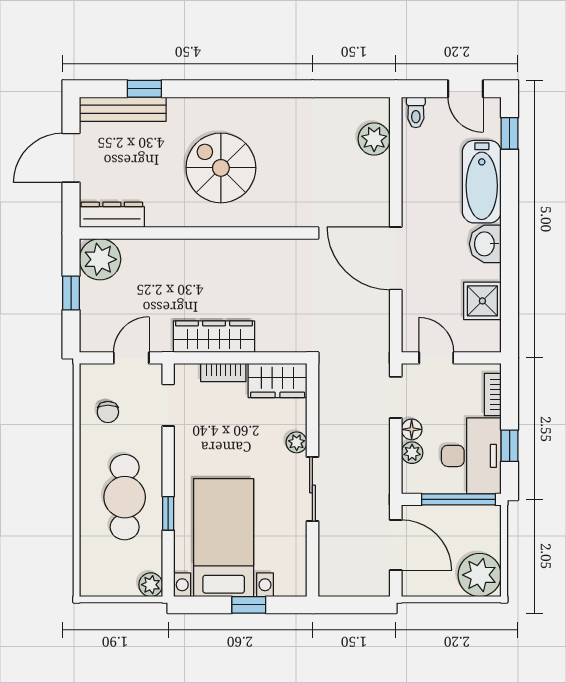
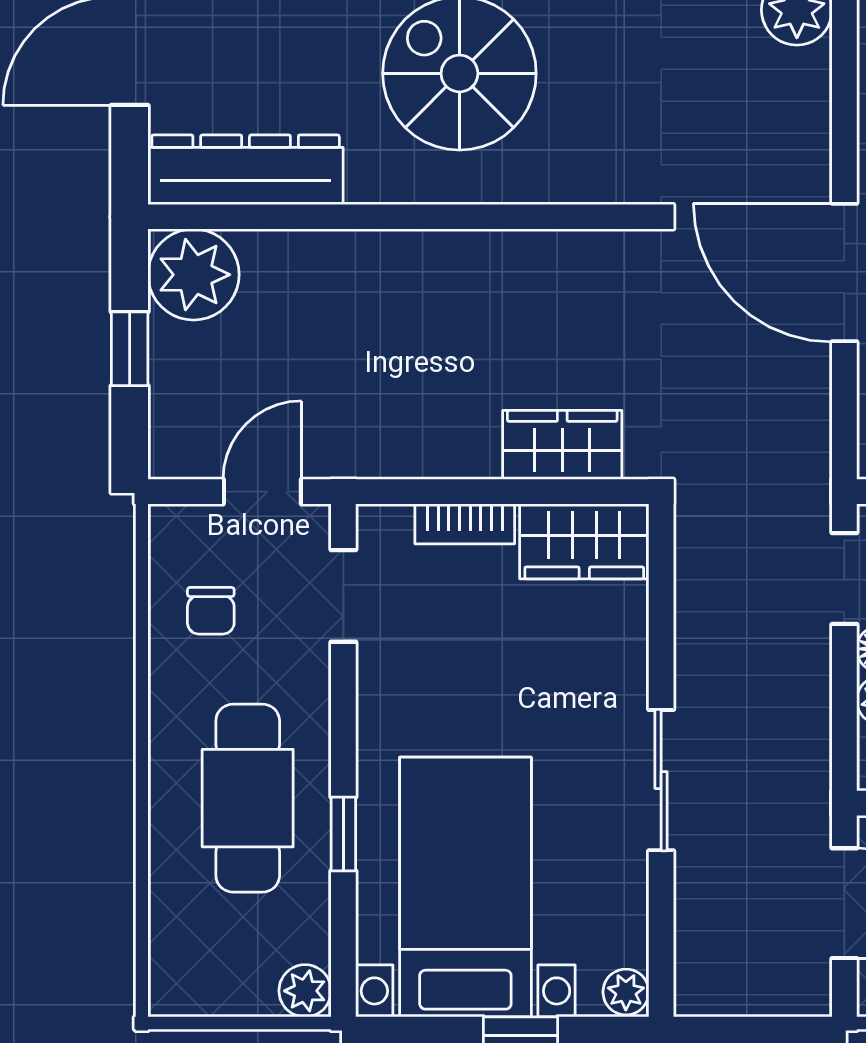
dresser: (112, 215) -> (246, 170), width x1.37, depth x1.24
wardrobe: (214, 337) -> (562, 445), moved, width x0.67
plant: (297, 442) -> (626, 992), moved

